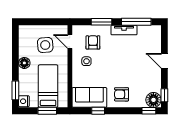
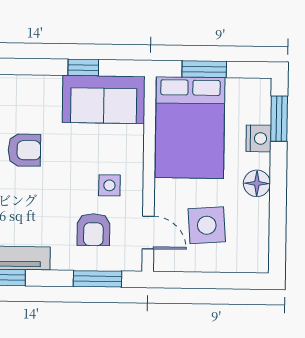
window: (102, 22) -> (97, 279), moved
bed: (48, 86) -> (190, 128), width x1.50
armchair: (122, 94) -> (24, 150), moved
nightstand: (24, 101) -> (259, 138), moved

